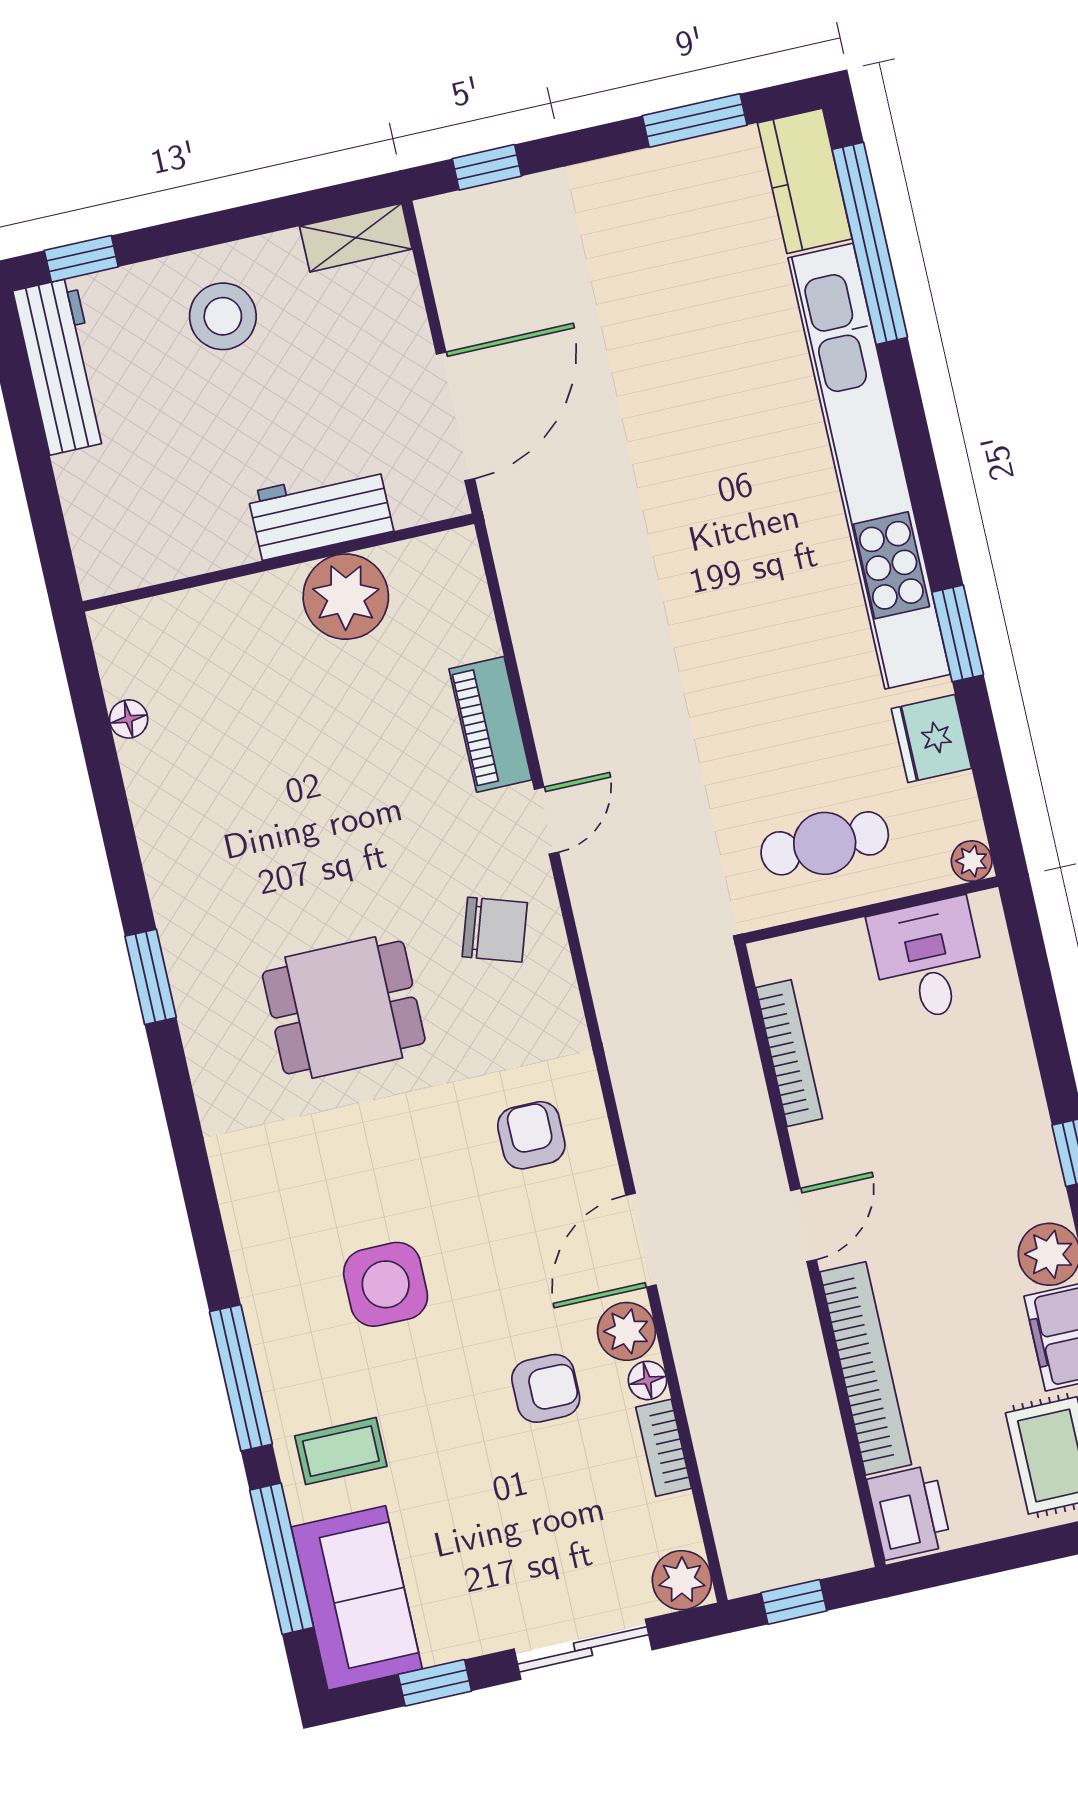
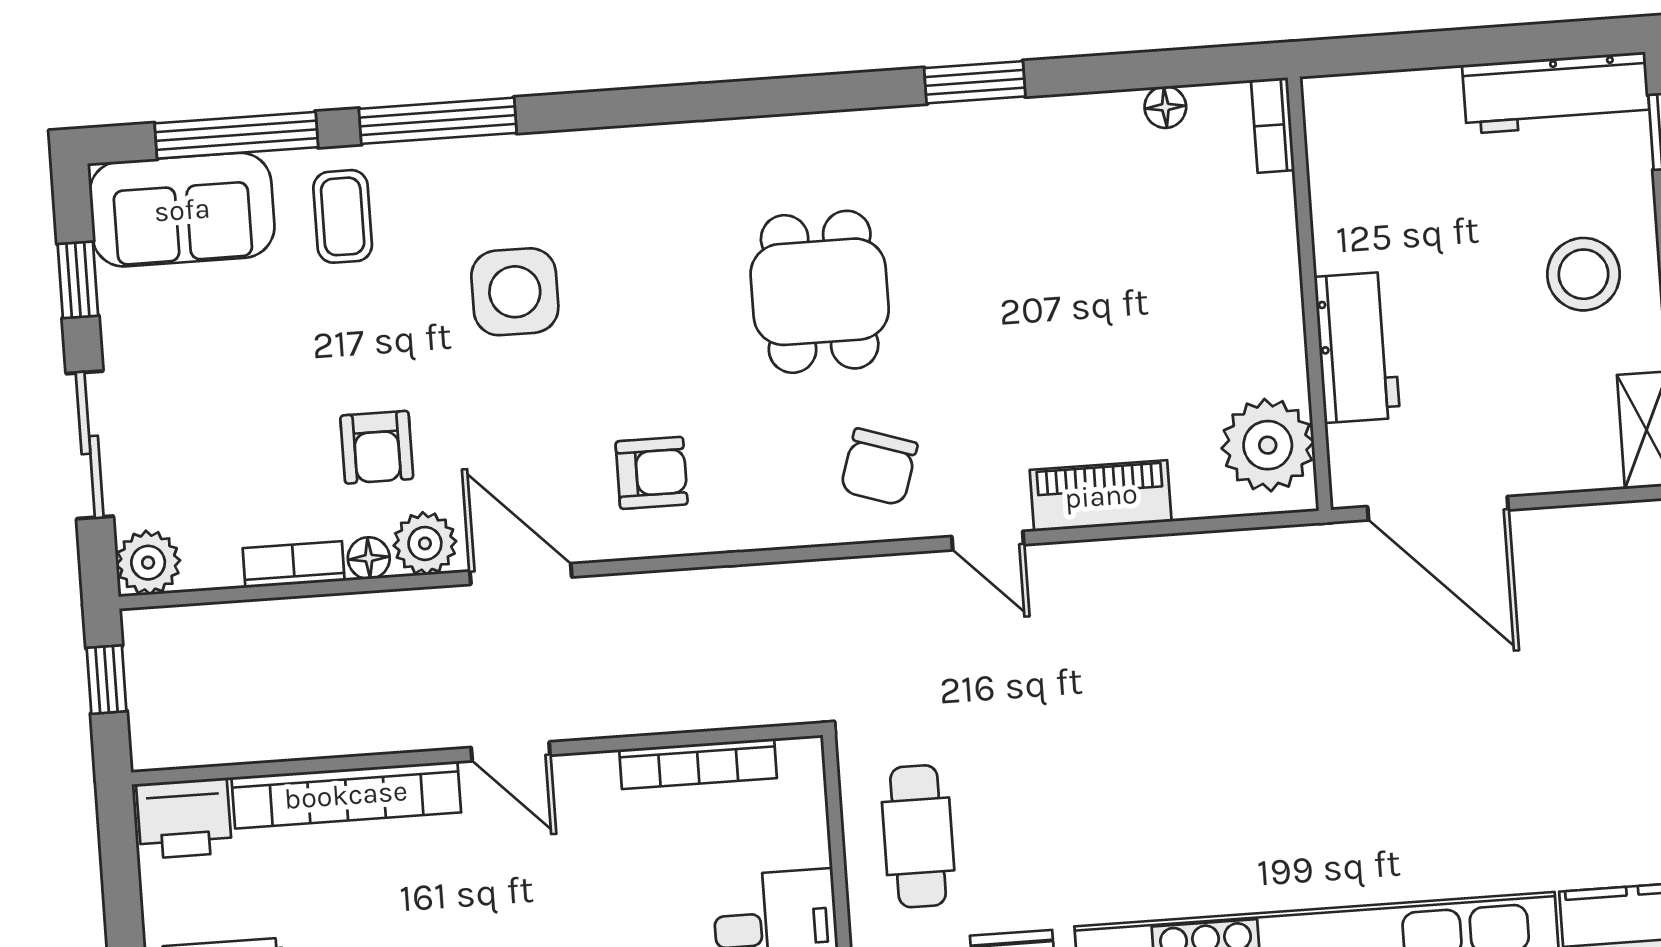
plant: (346, 597) -> (1268, 445), moved
bookcase: (130, 619) -> (1273, 125), added
window: (151, 977) -> (975, 82), moved

